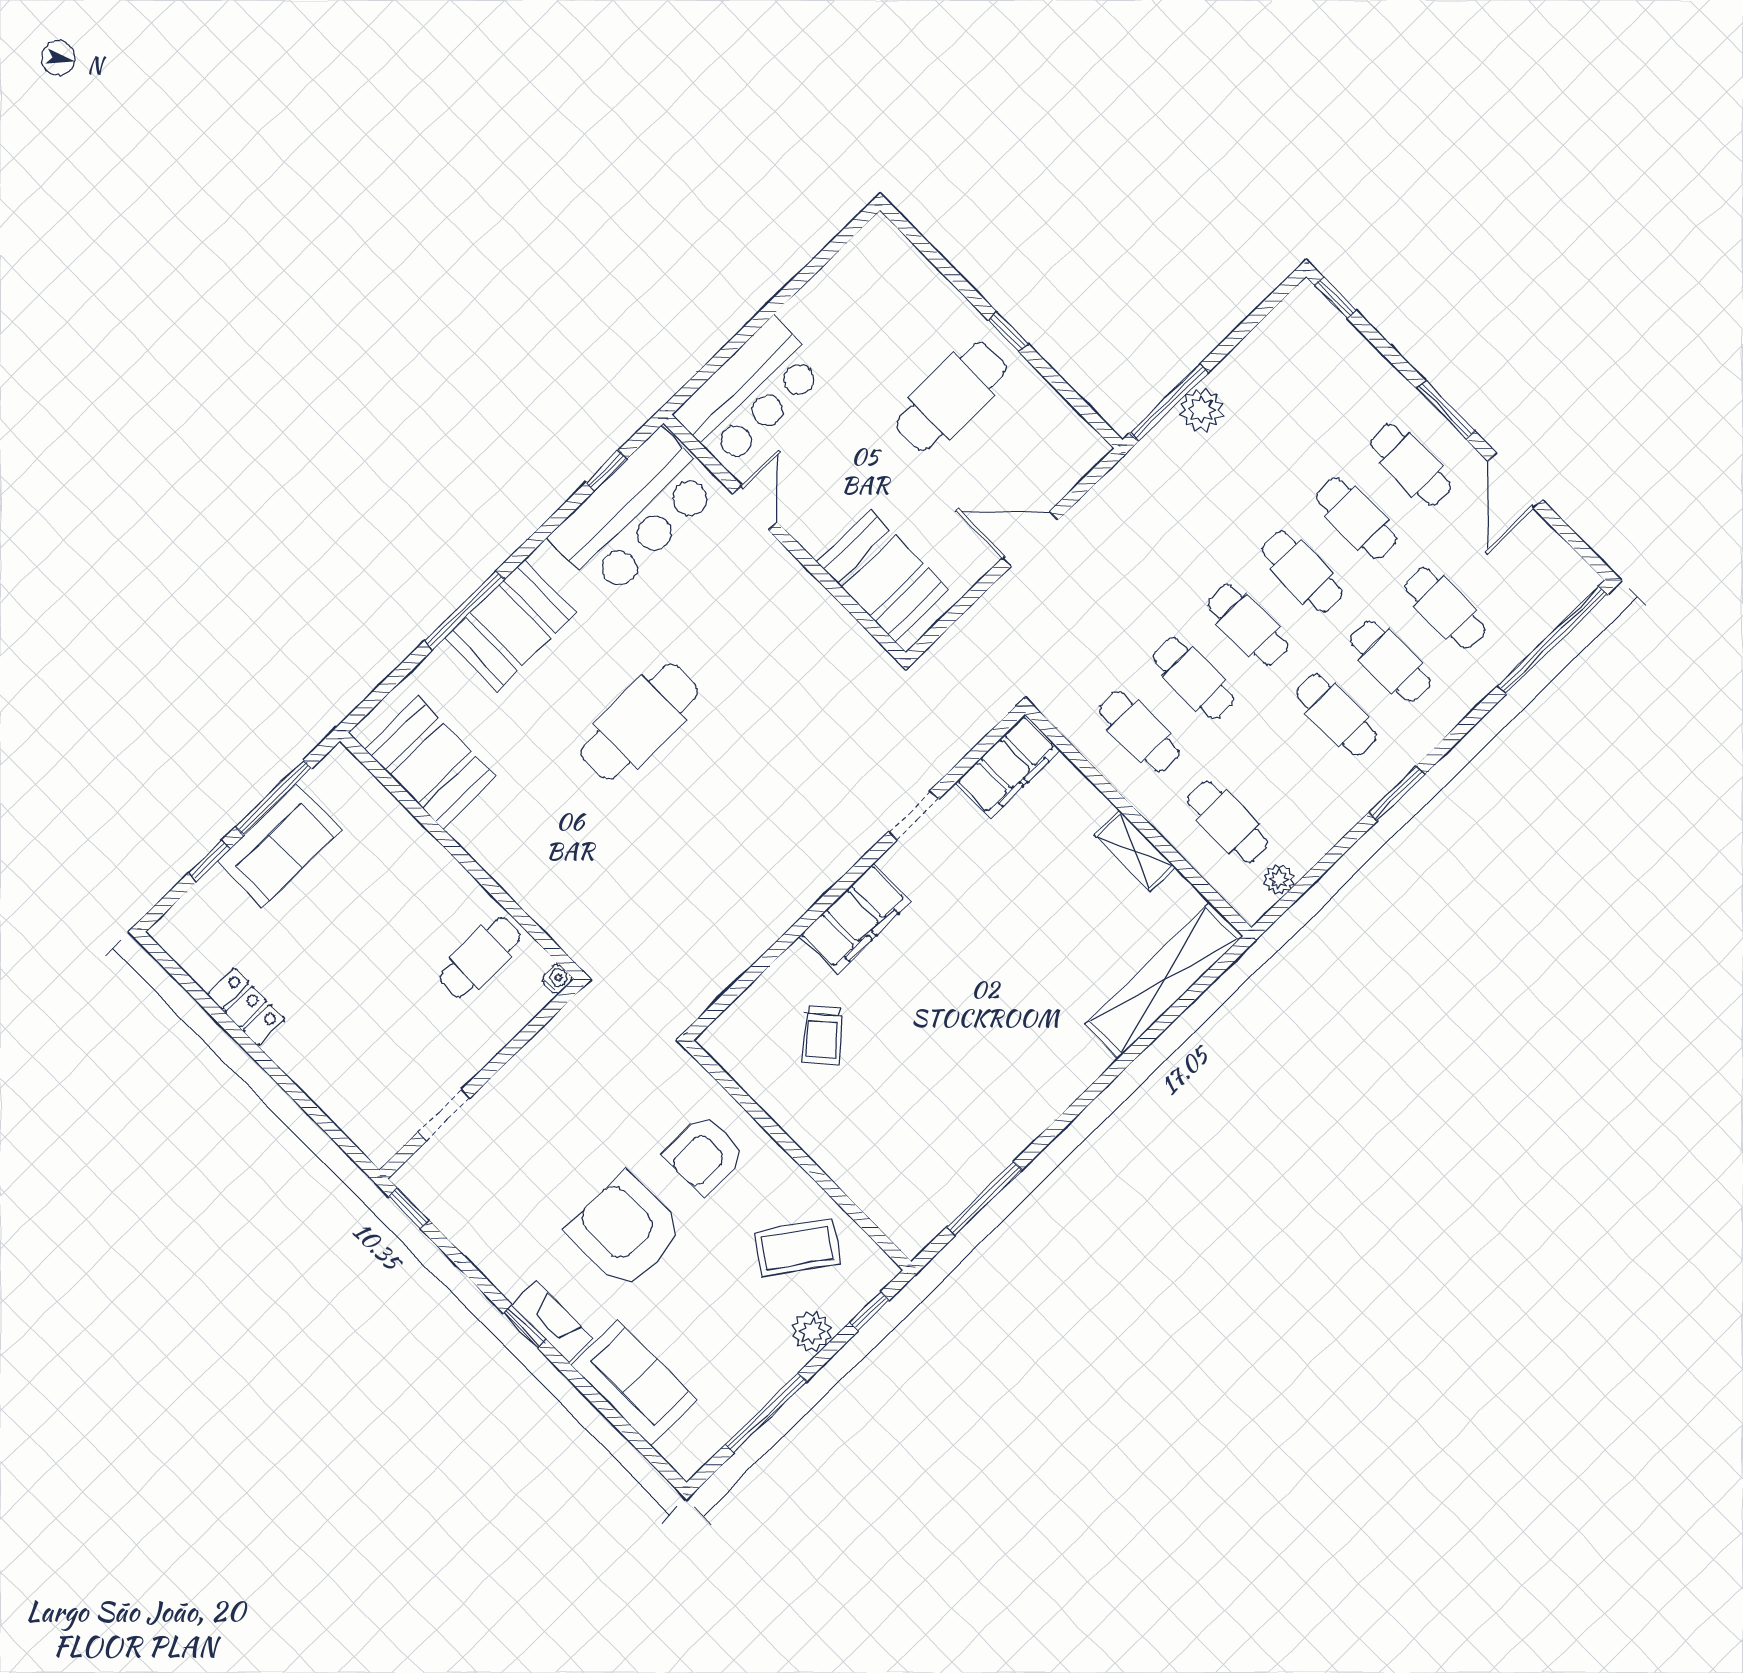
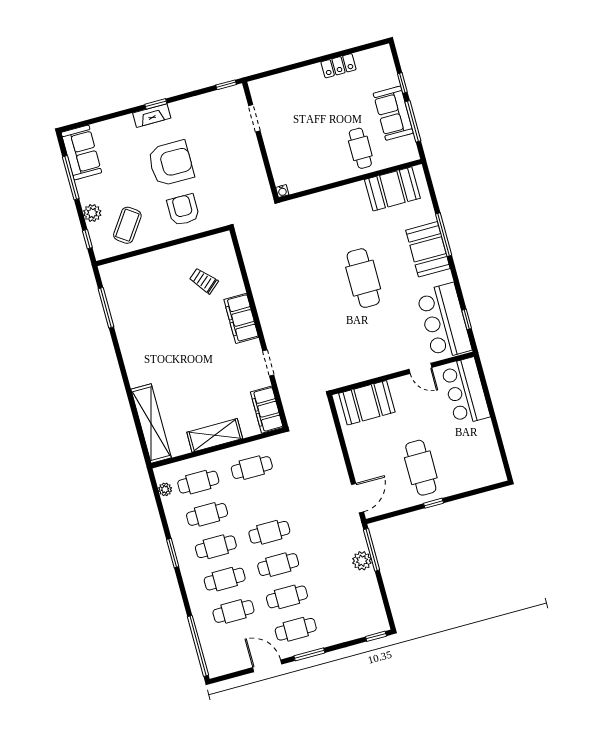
door: (1030, 539) -> (358, 498), moved
cafe table: (1193, 678) -> (207, 514), moved
shelving: (1135, 851) -> (215, 435), width x1.50, depth x1.33
cafe table: (480, 957) -> (360, 148), moved
sofa: (634, 1382) -> (81, 153), moved, turned -90

